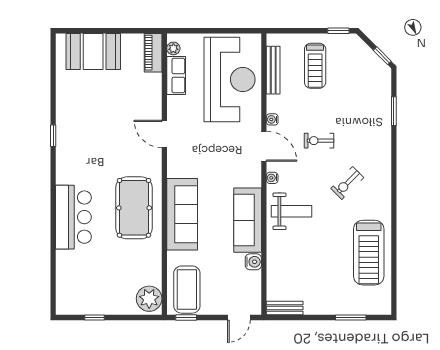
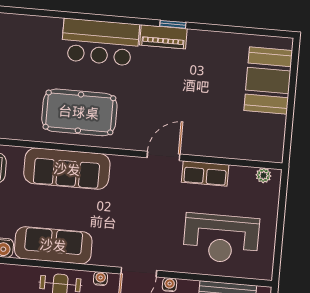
piano: (153, 53) -> (163, 37), moved, turned 180
row of seats: (176, 75) -> (205, 174), moved
reception desk: (230, 79) -> (221, 238), width x0.74, depth x0.77
bar counter: (73, 217) -> (100, 42), moved

